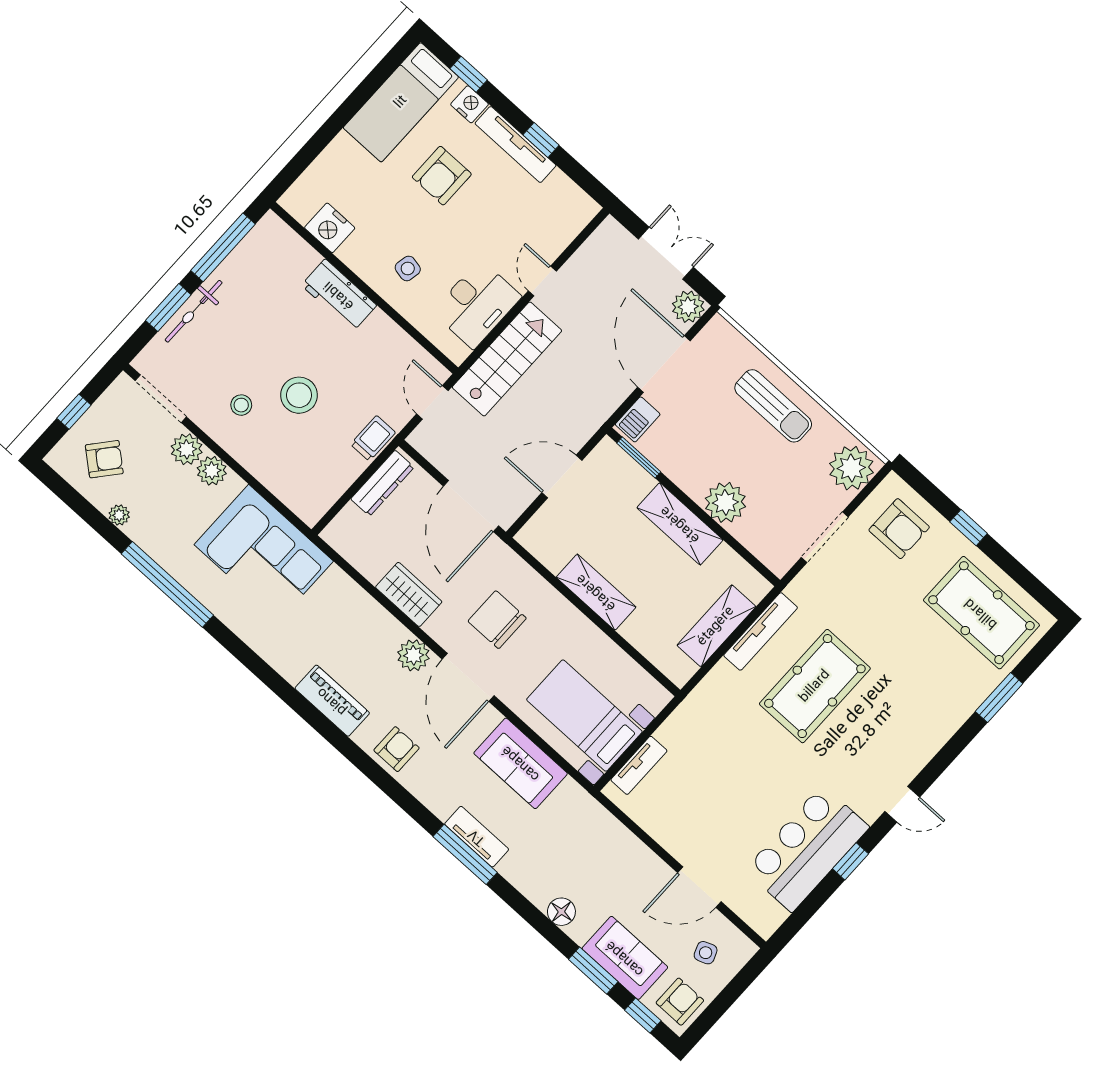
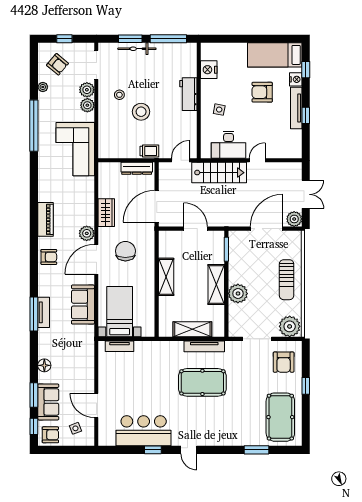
barbecue: (638, 419) -> (239, 237), removed

